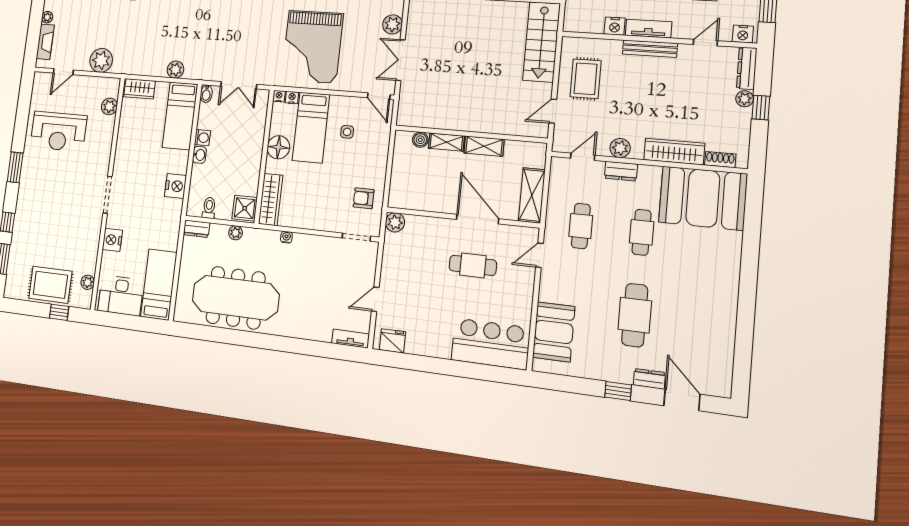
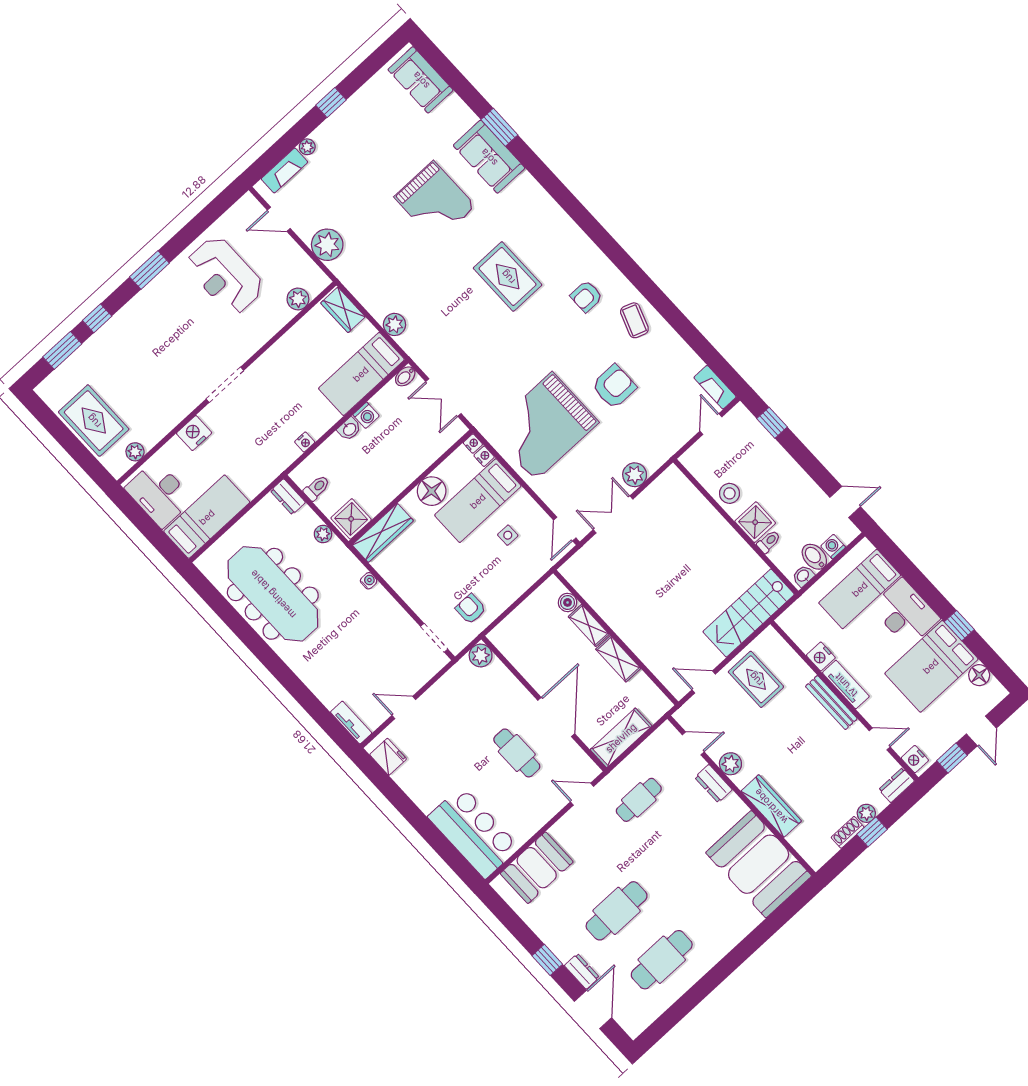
dresser: (747, 68) -> (897, 785), width x0.70
rug: (586, 79) -> (756, 679), turned 90
shoe rack: (720, 160) -> (848, 832), moved, turned -90
nightstand: (176, 186) -> (305, 442), width x0.53, depth x0.56
cafe table: (642, 232) -> (662, 960), moved, width x1.37, depth x1.35
window: (59, 312) -> (81, 455), removed

